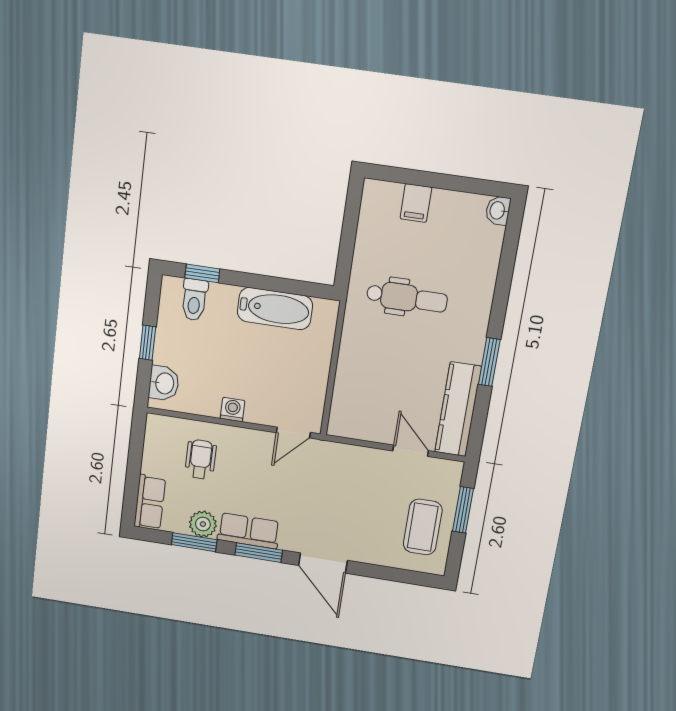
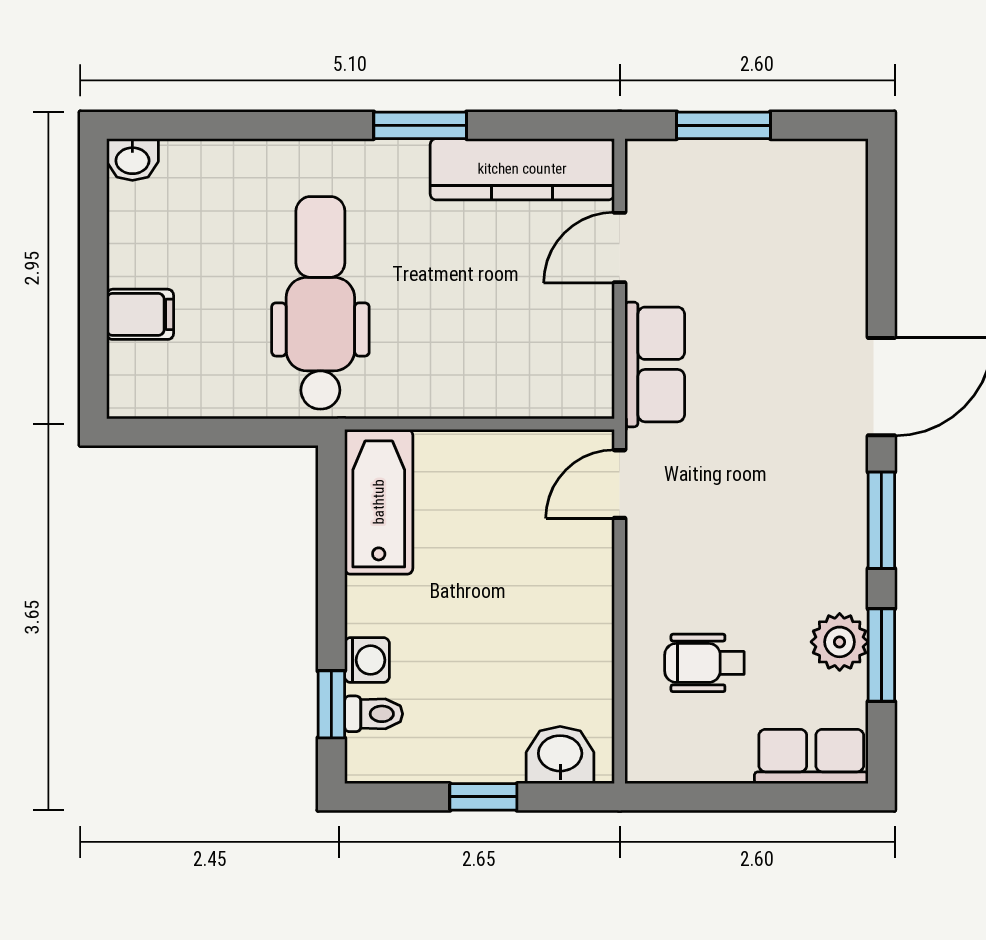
dental chair: (407, 298) -> (320, 303), width x1.36, depth x1.38
toilet: (194, 300) -> (374, 714), width x0.73, depth x0.72
bathtub: (275, 309) -> (379, 502), moved
washing machine: (233, 410) -> (367, 660), moved, turned 180
door: (293, 433) -> (620, 484), swing flipped
coffee table: (423, 527) -> (772, 199), removed
row of seats: (249, 531) -> (655, 364), moved, turned 180

